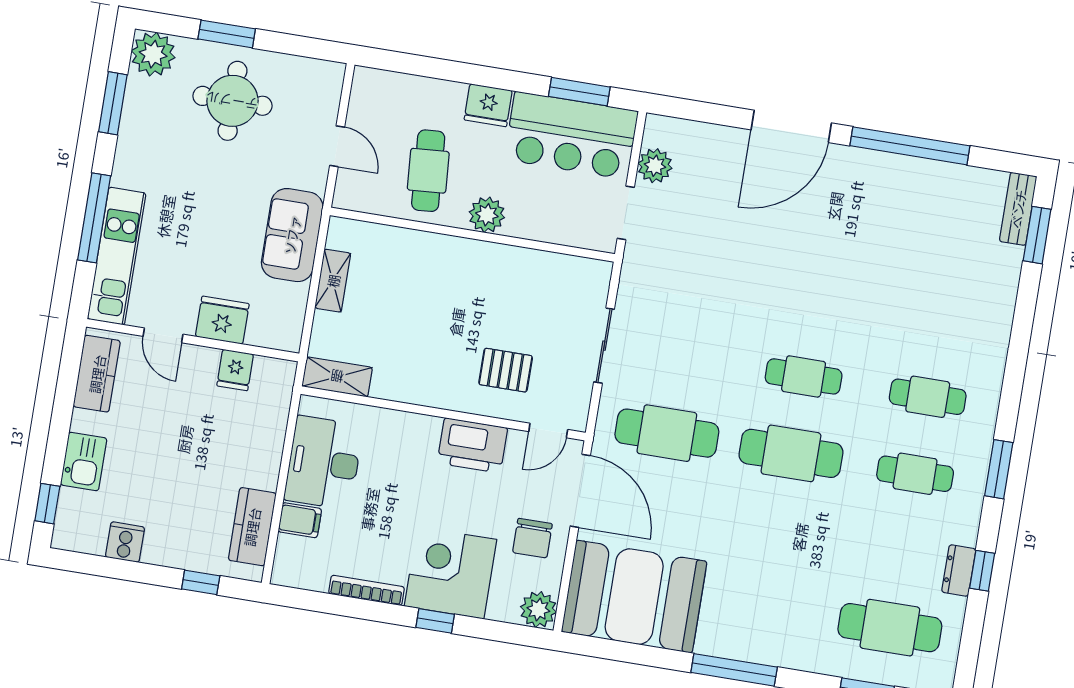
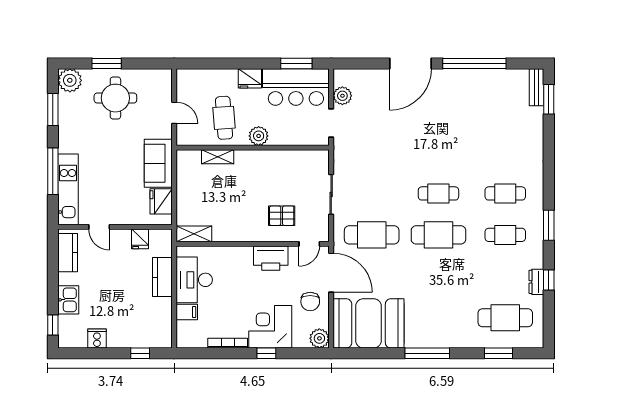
shelving: (333, 281) -> (218, 157), moved, turned 90
fridge: (222, 320) -> (161, 201), moved, turned -90
kitchen counter: (252, 527) -> (162, 277), moved

